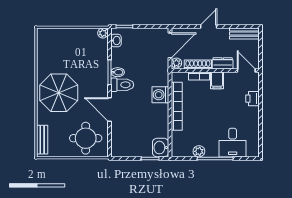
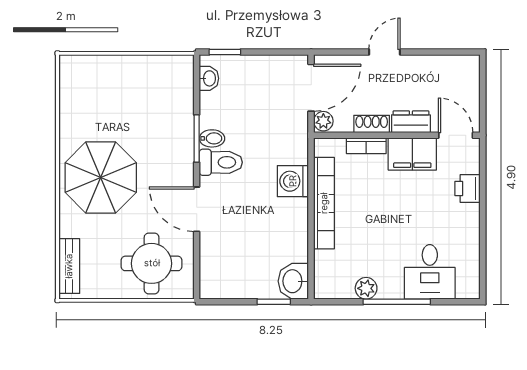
plant: (103, 33) -> (184, 64), removed
bench: (244, 34) -> (452, 65), removed
shoe rack: (198, 65) -> (372, 124), width x0.70
filing cabinet: (217, 80) -> (412, 154), width x2.00

